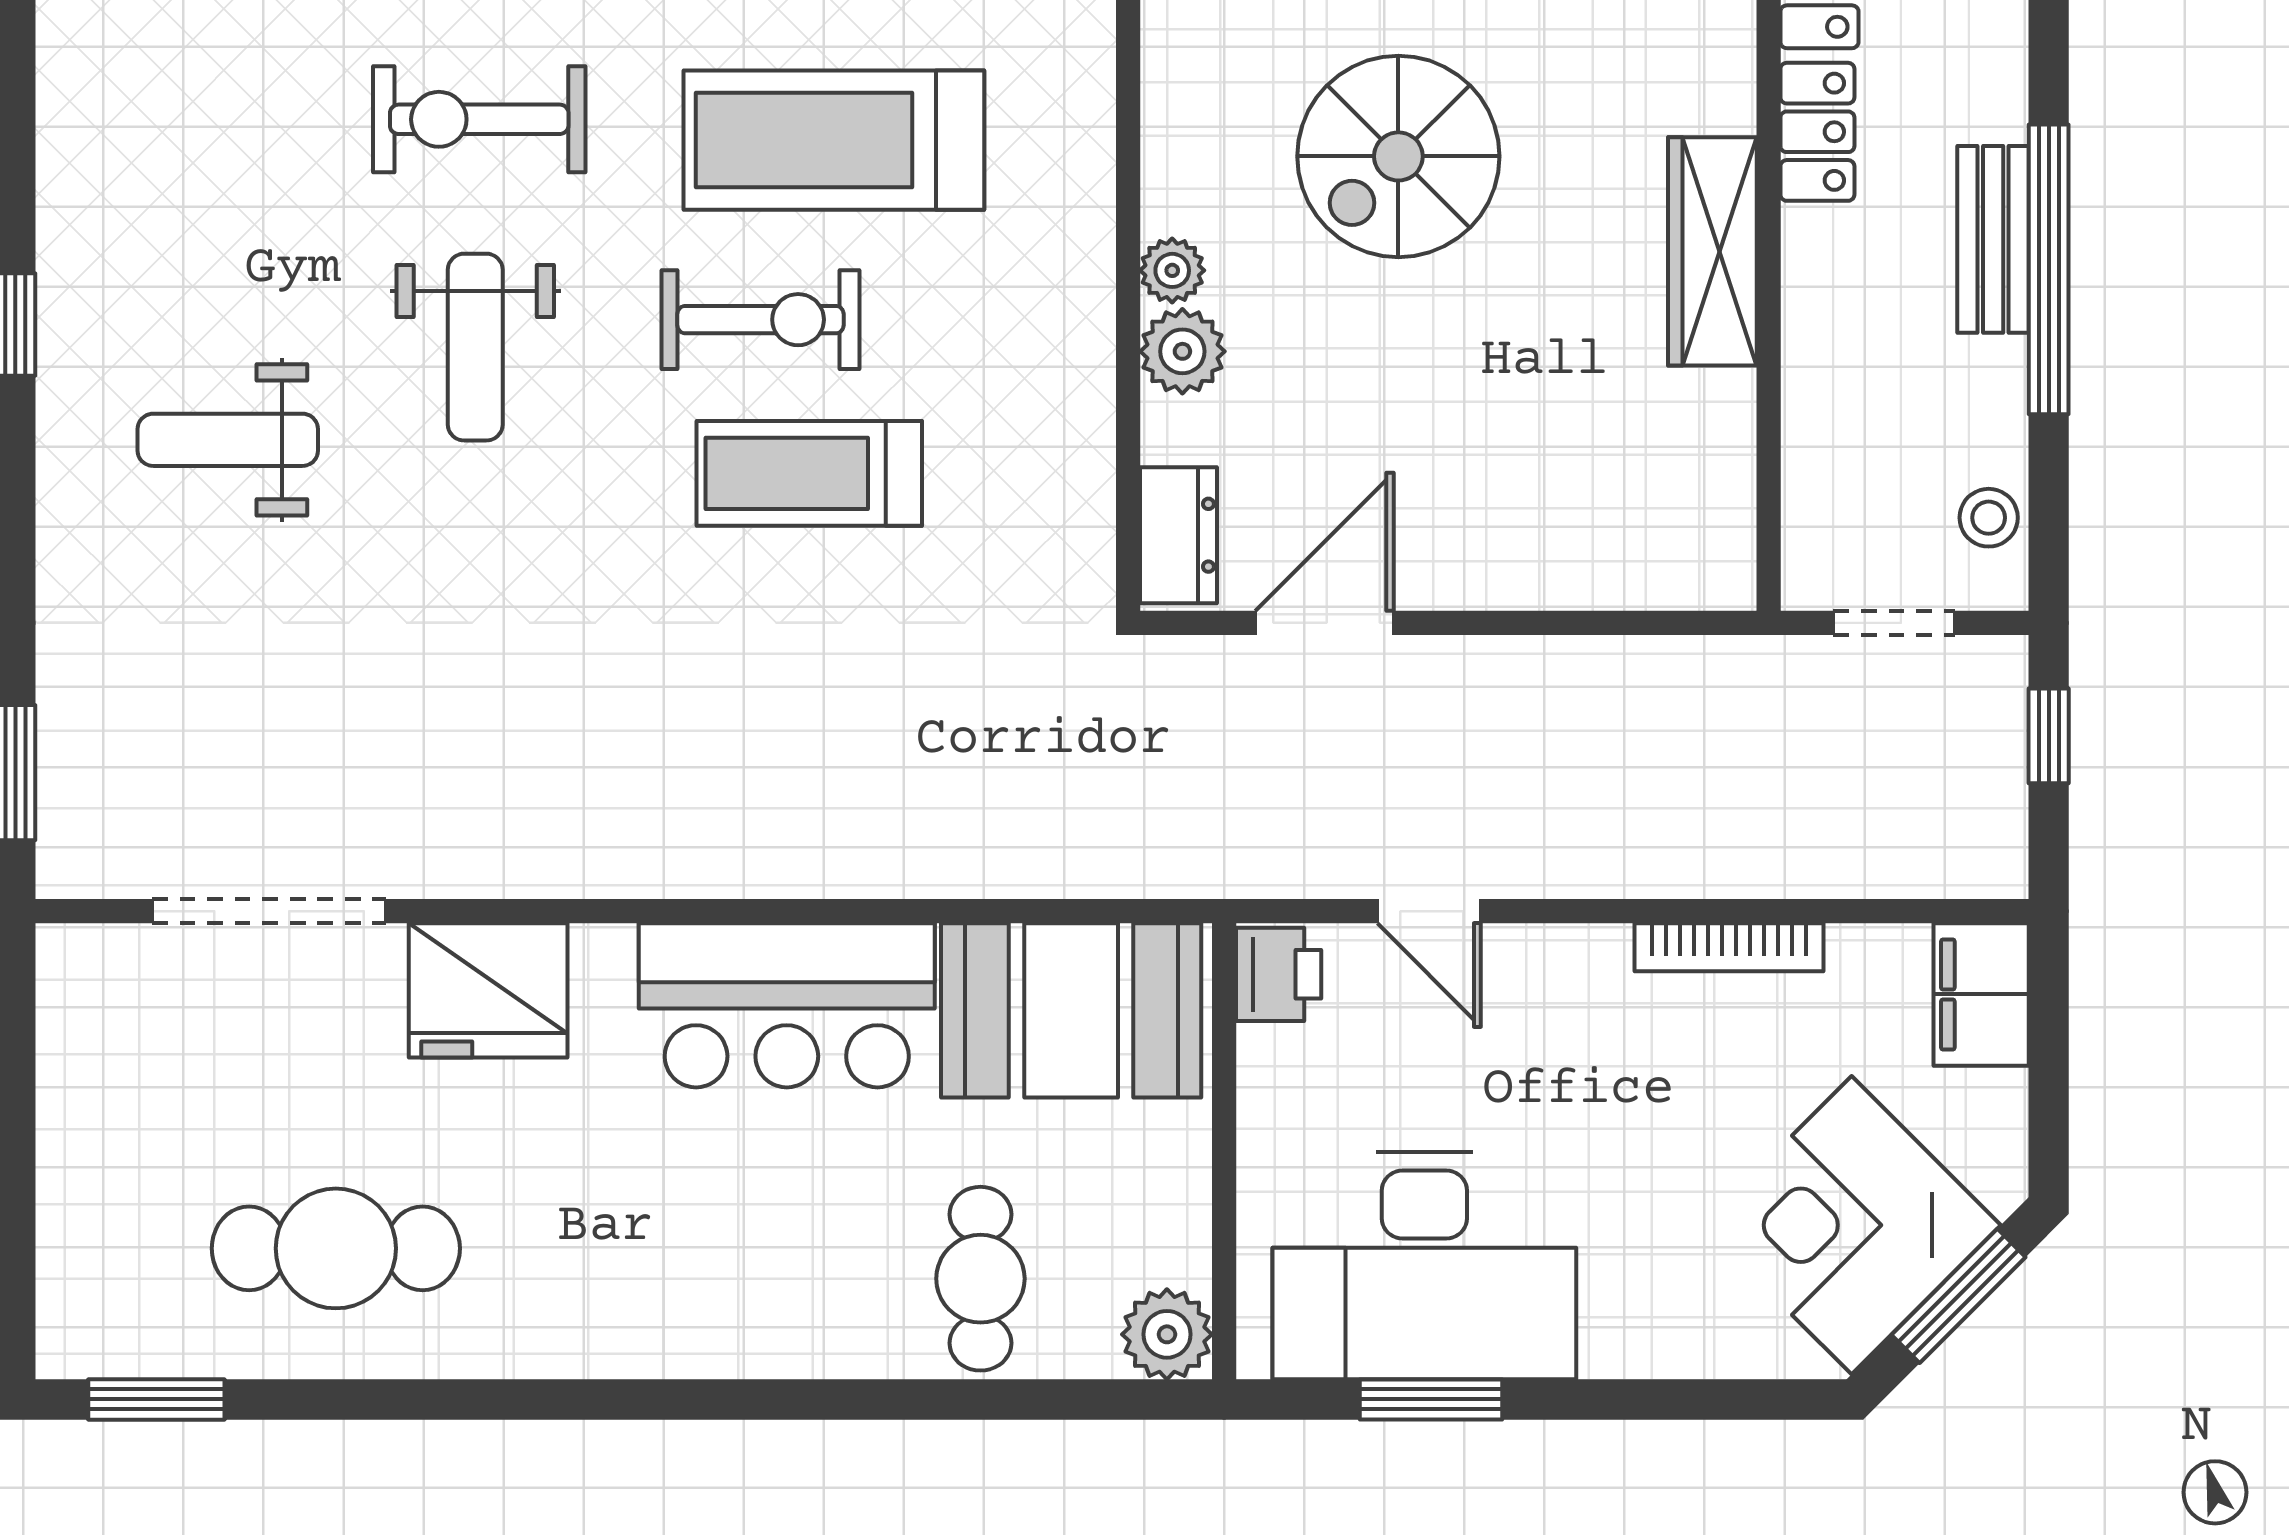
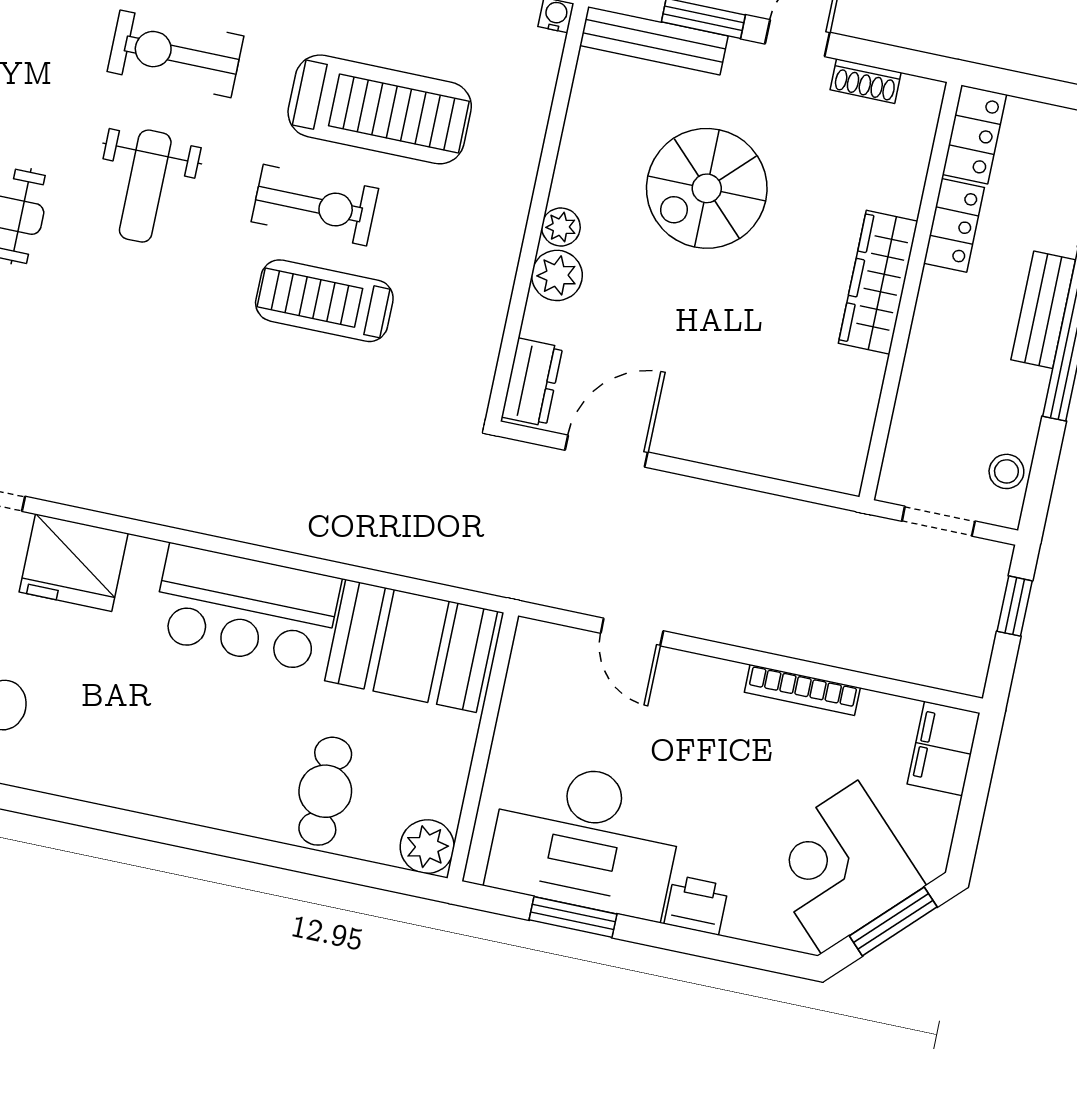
treadmill: (834, 140) -> (380, 109), turned 180
printer: (1279, 974) -> (696, 905), moved, turned -90

